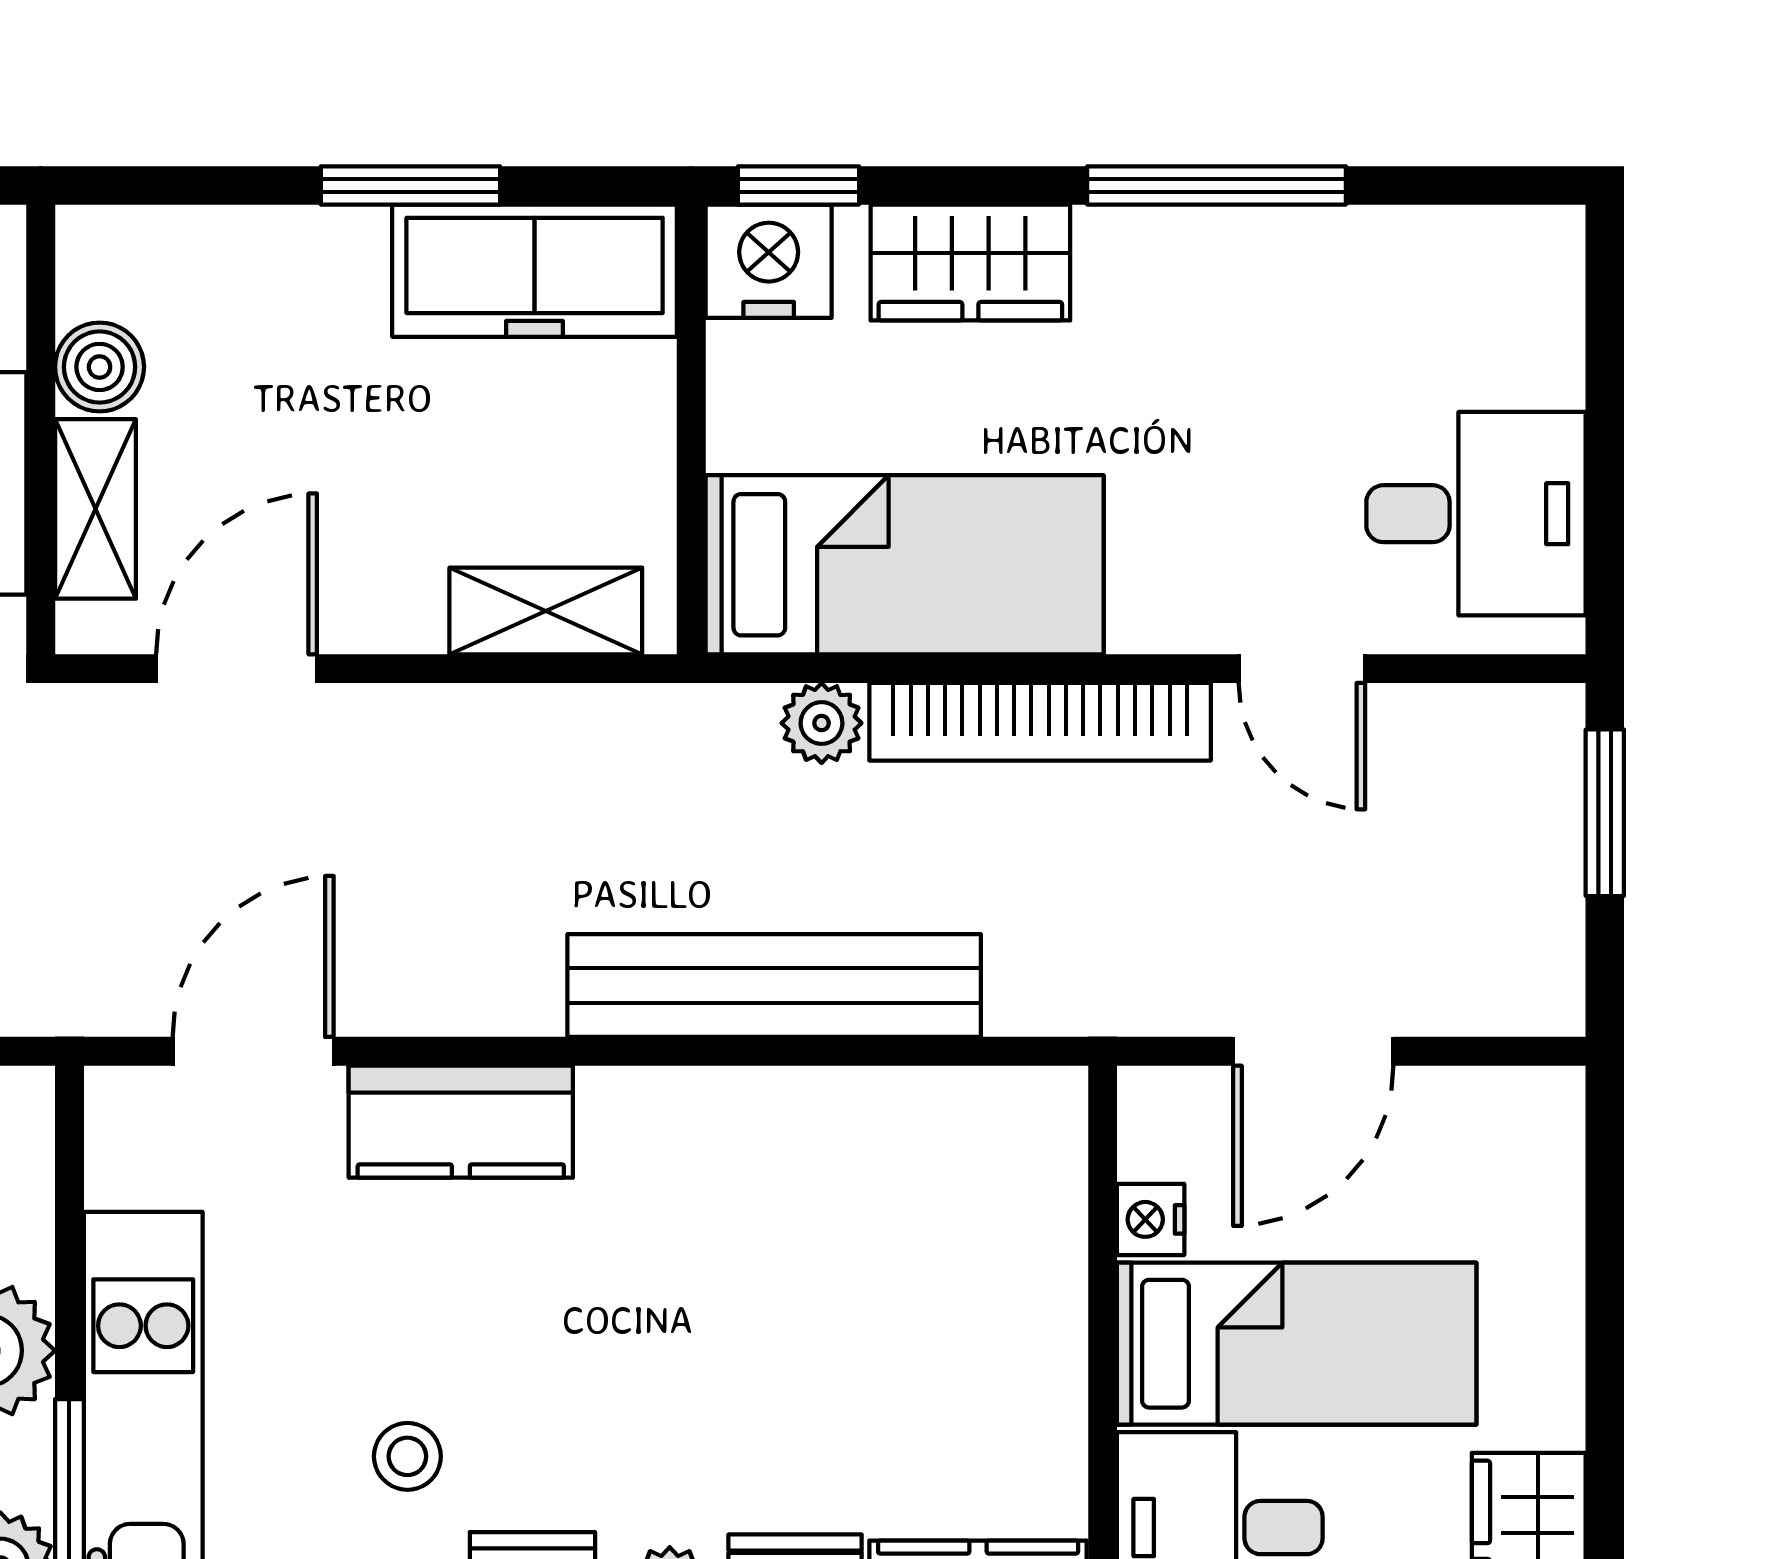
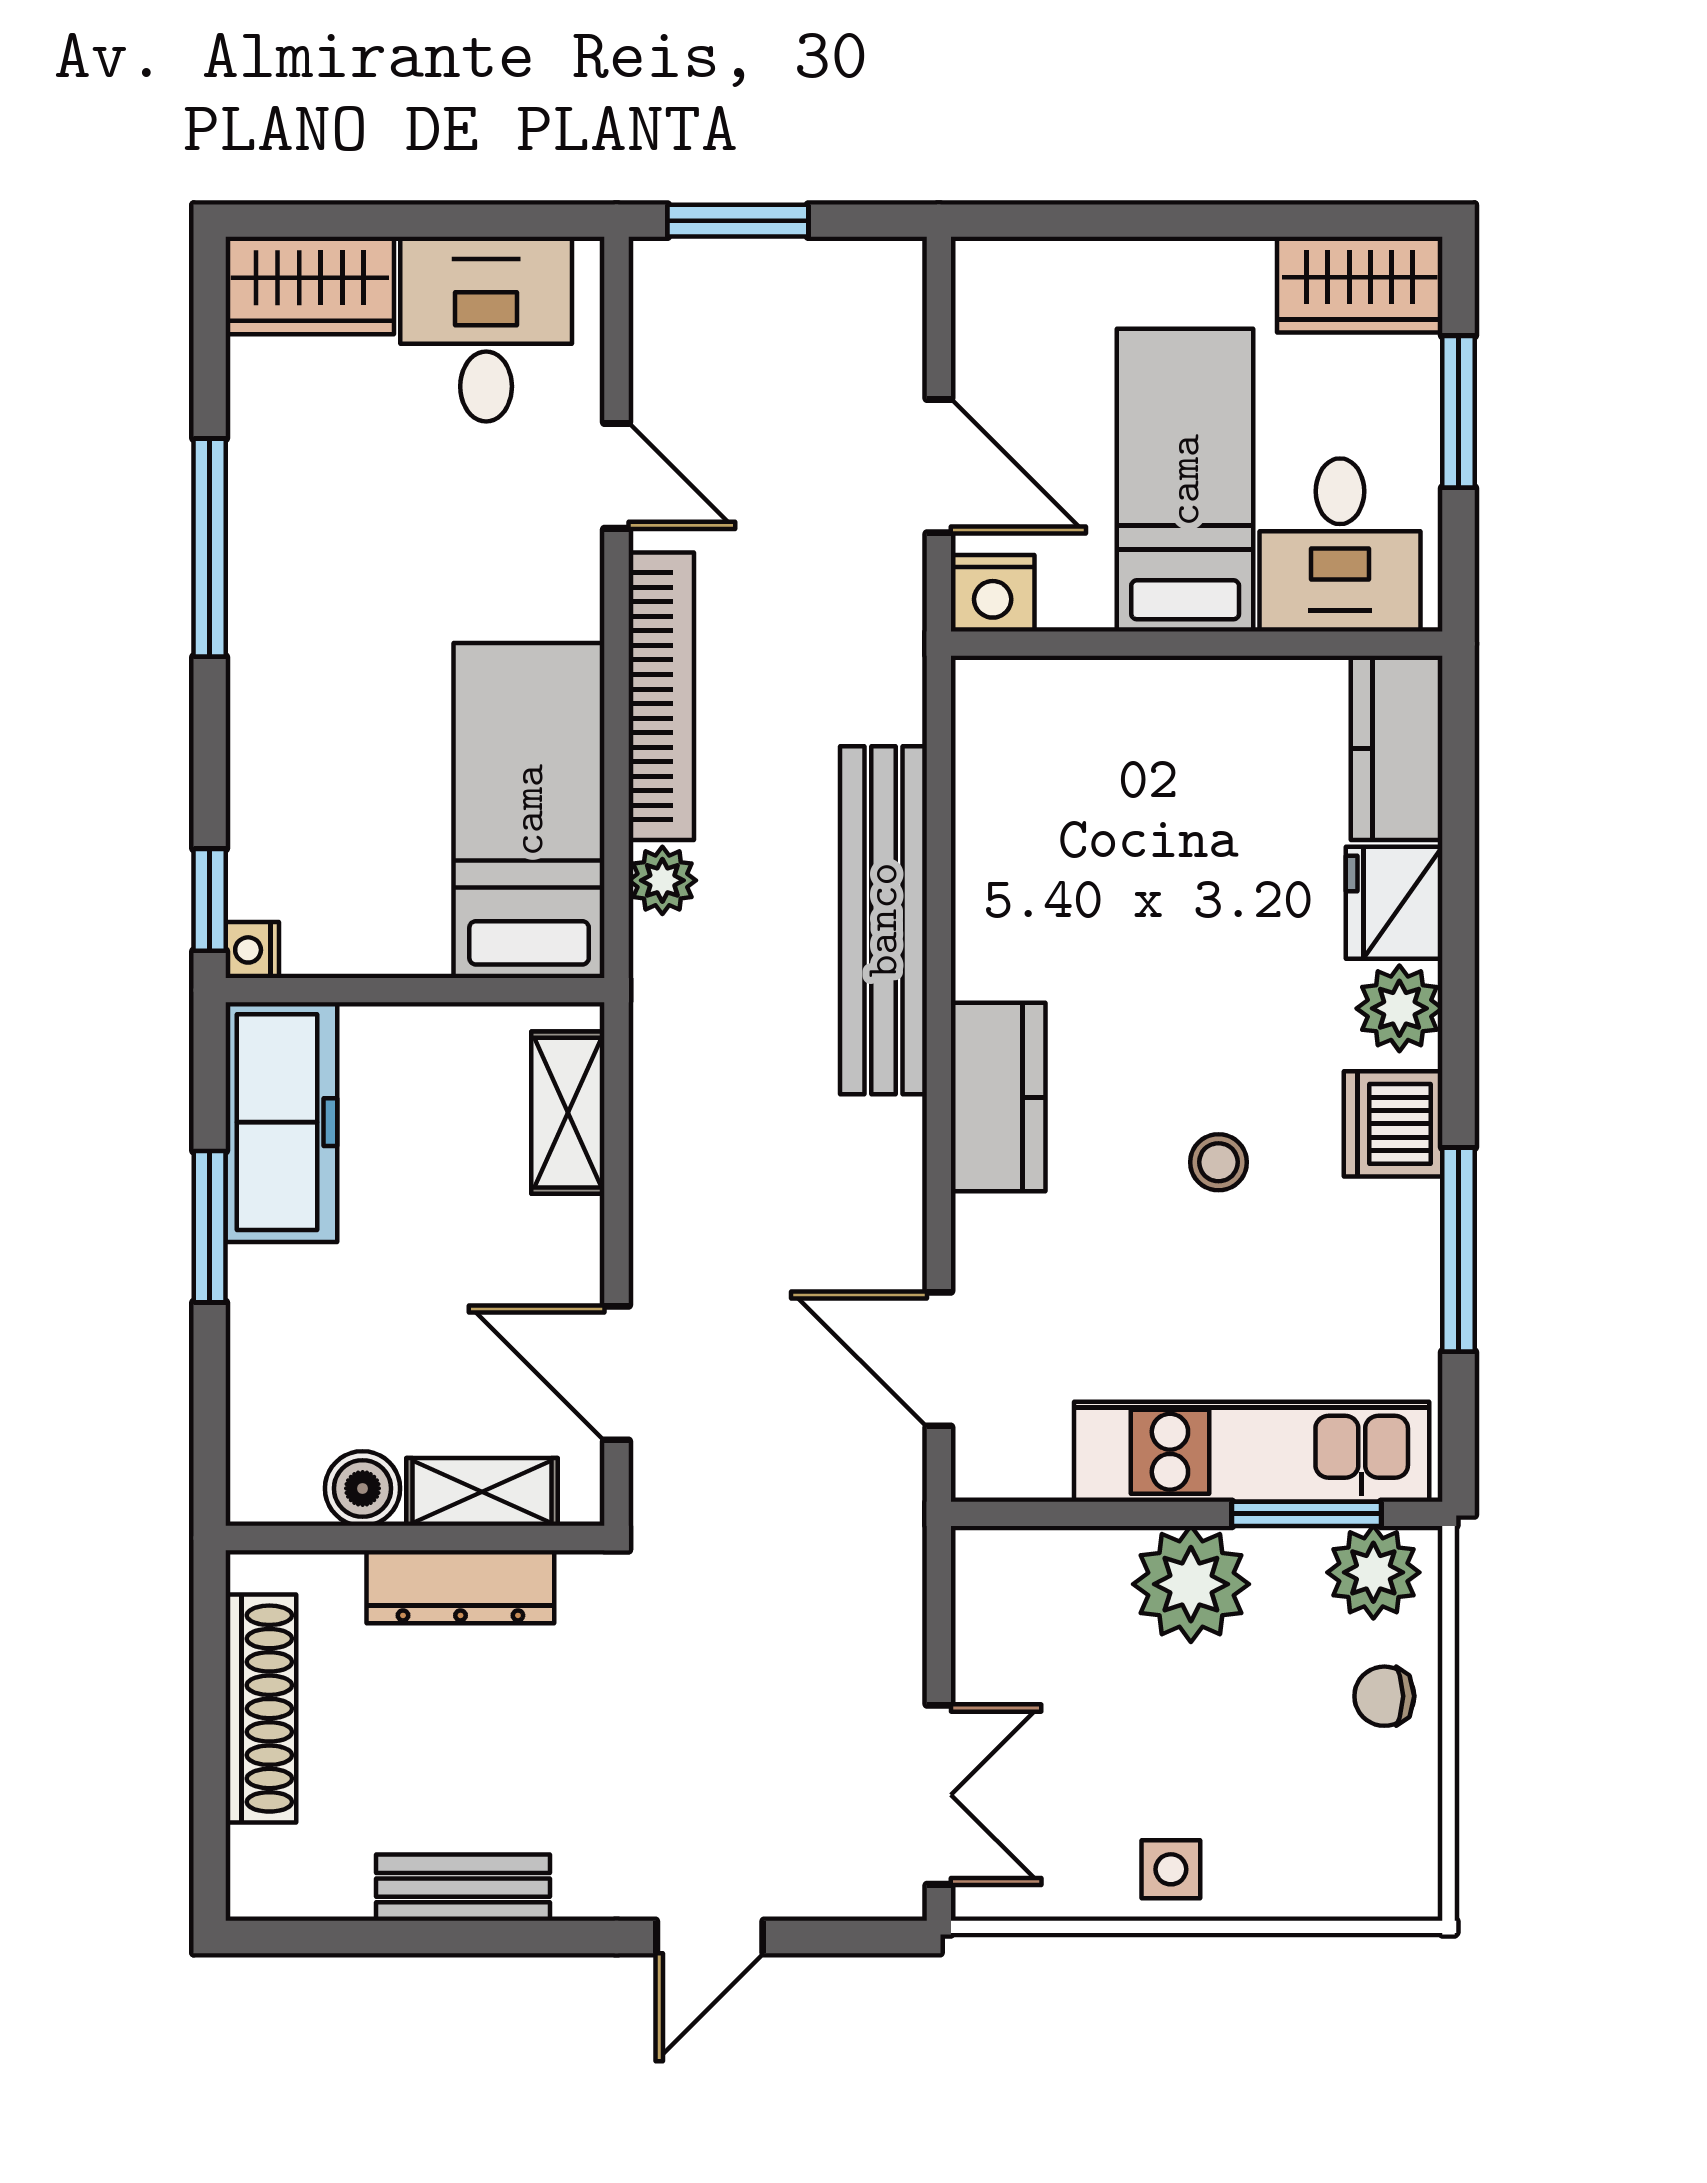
nightstand: (769, 261) -> (252, 950), width x0.53, depth x0.56
wardrobe: (970, 263) -> (310, 286), moved, turned 90
door: (1302, 669) -> (617, 476), hinge flipped
kitchen counter: (461, 1122) -> (998, 1097), moved
nightstand: (1151, 1219) -> (993, 593), moved, width x1.39, depth x1.35
stool: (407, 1456) -> (1218, 1162), moved

